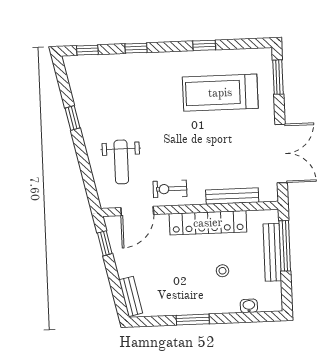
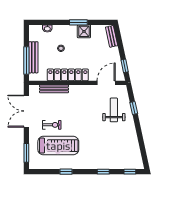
window: (72, 118) -> (134, 108), moved
exercise bike: (170, 189) -> (52, 125), moved
shower: (182, 303) -> (84, 31), added

